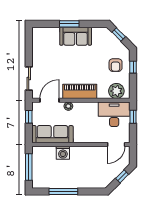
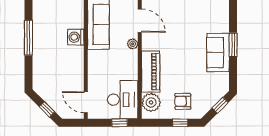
piano: (80, 91) -> (151, 71), moved

